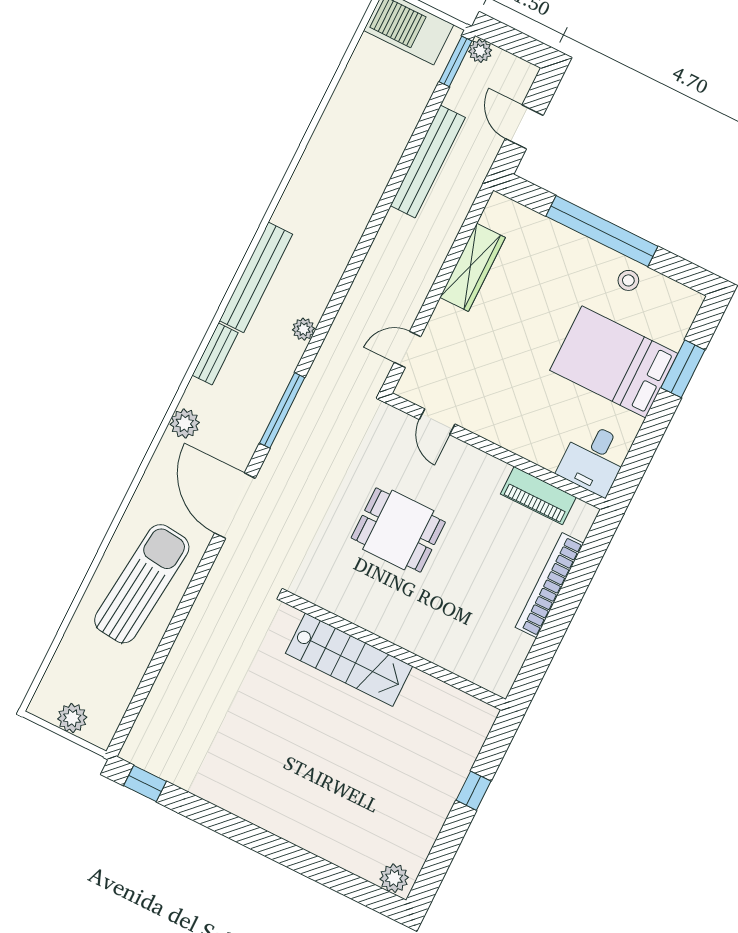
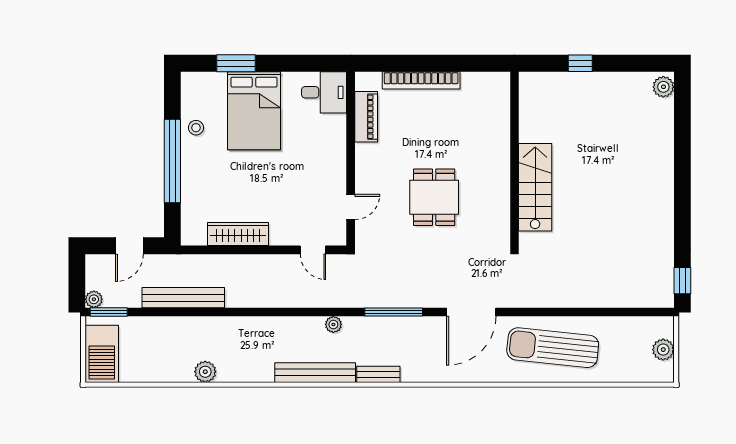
plant: (185, 423) -> (205, 372), moved

